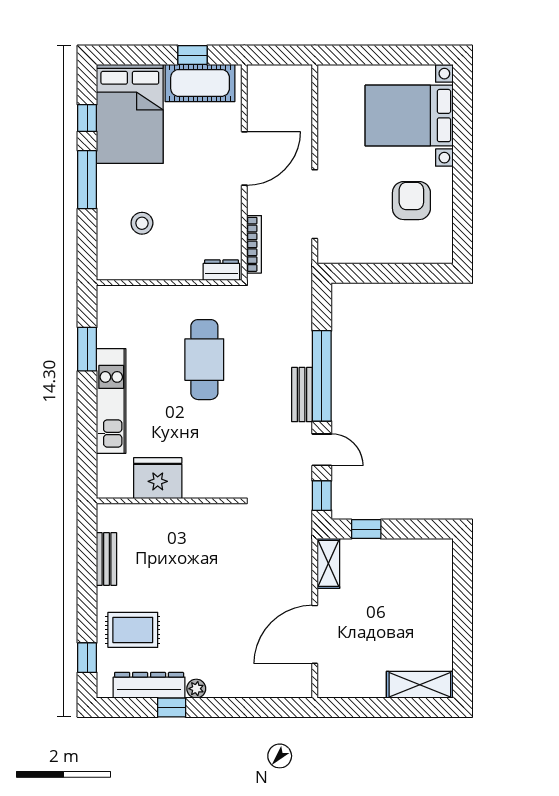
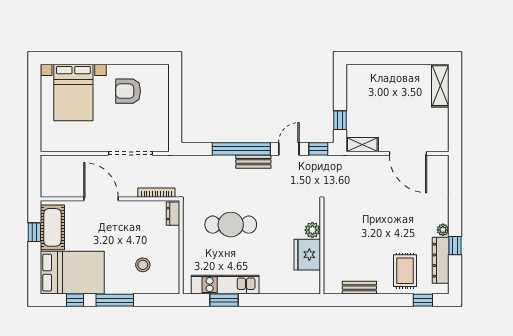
kitchen unit: (111, 401) -> (225, 285), moved
plant: (196, 486) -> (312, 230), added

